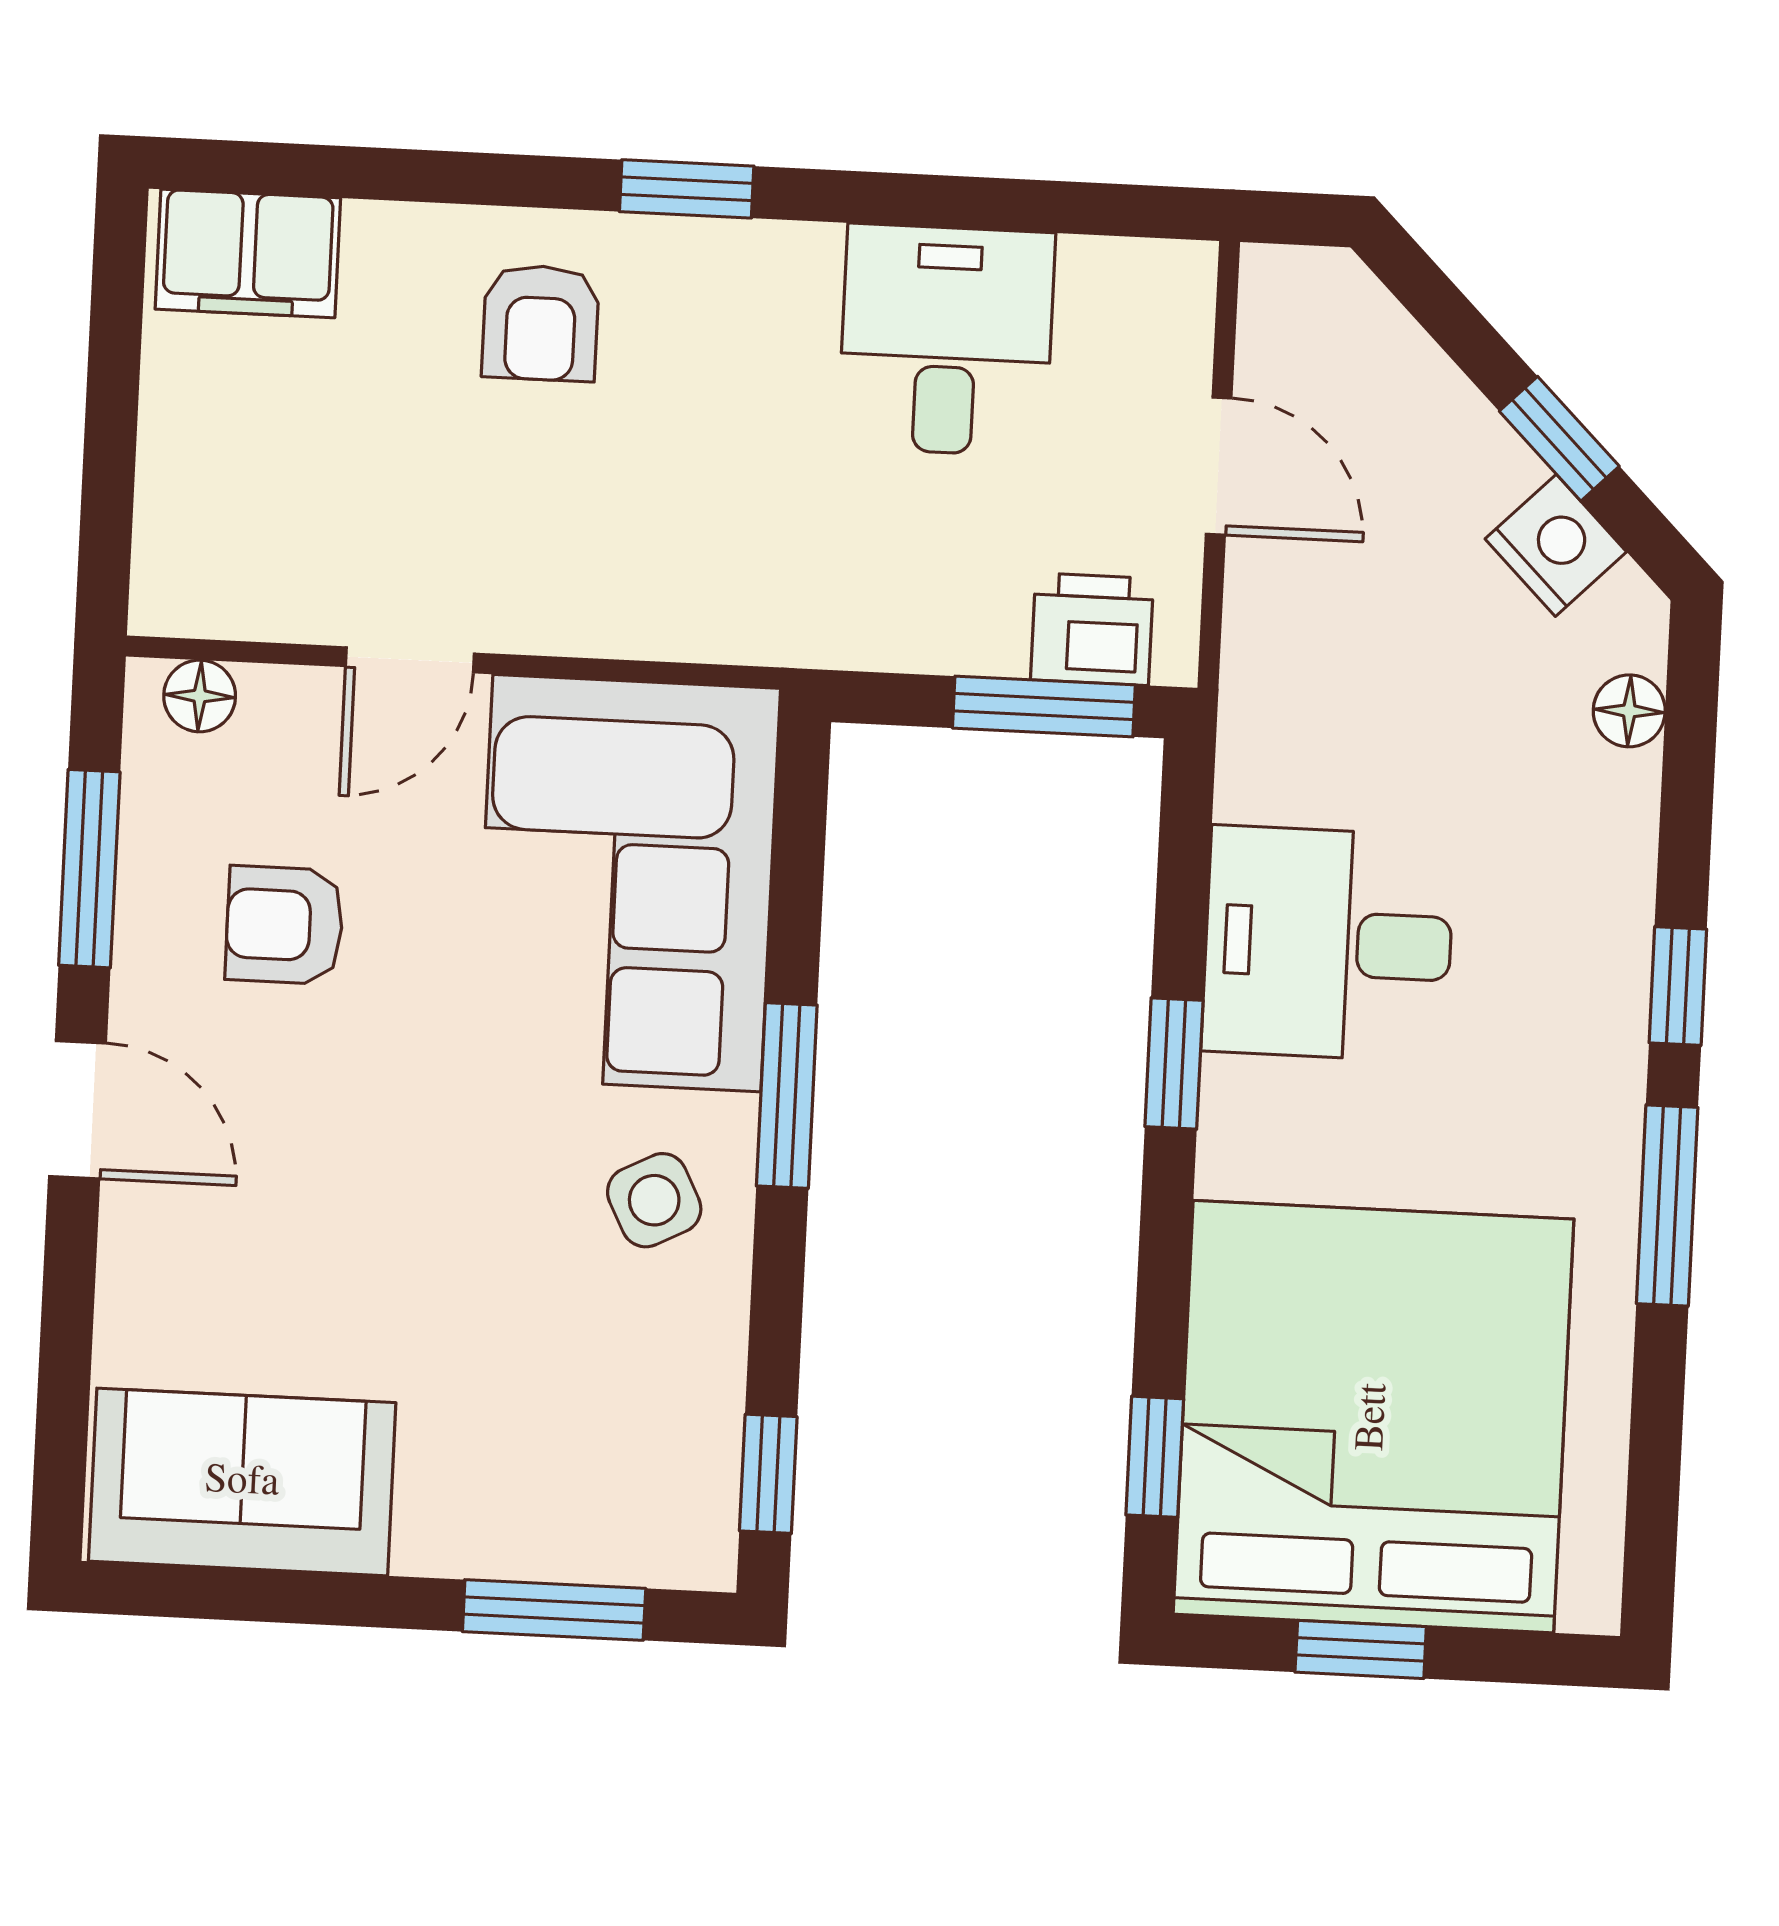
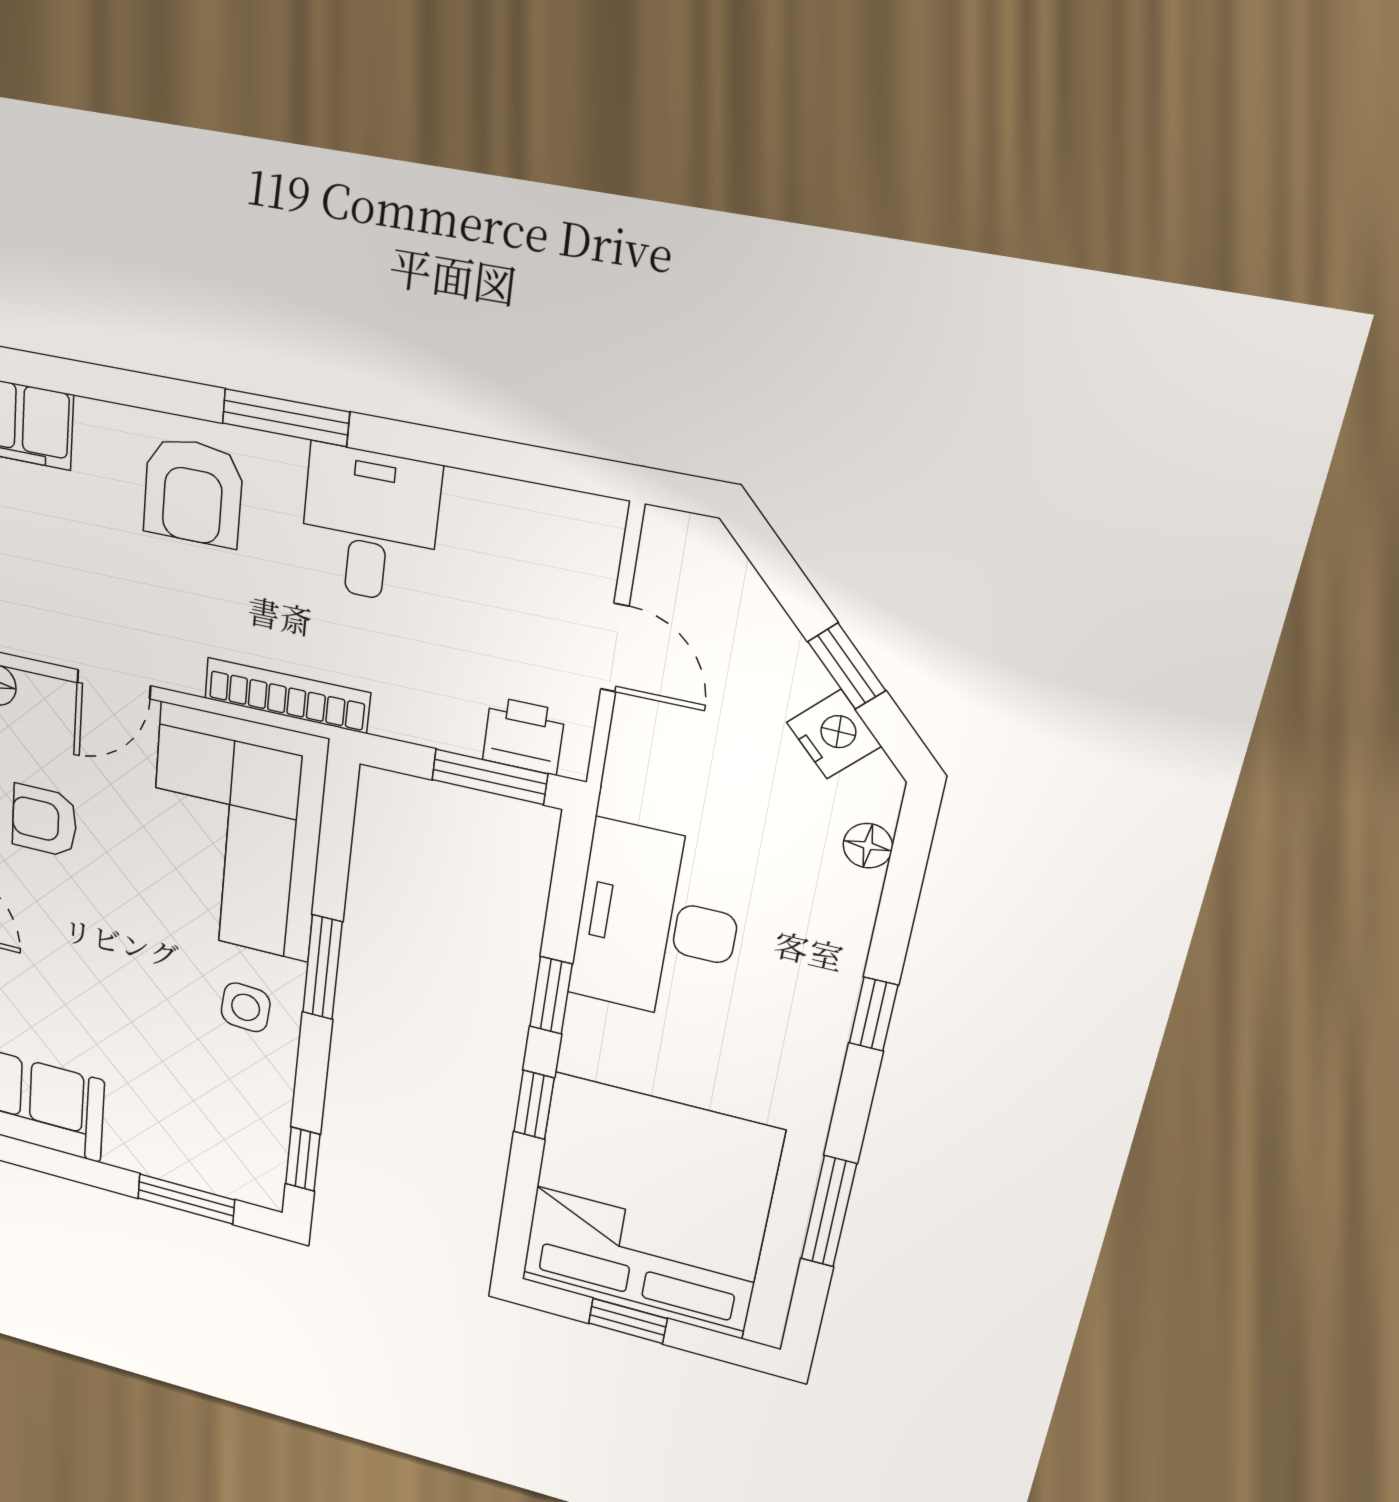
window: (687, 189) -> (286, 418), width x1.50
armchair: (540, 323) -> (193, 492), width x1.38, depth x1.38
desk: (946, 340) -> (370, 525), moved
bookcase: (706, 629) -> (287, 695), added
desk: (1328, 944) -> (657, 923), width x1.37
side table: (654, 1200) -> (246, 1007), turned 31
window: (1667, 1206) -> (829, 1211), moved
window: (1155, 1457) -> (534, 1105), moved

